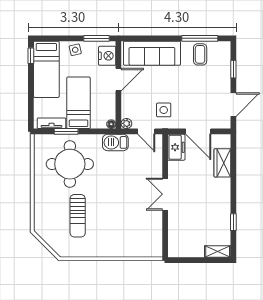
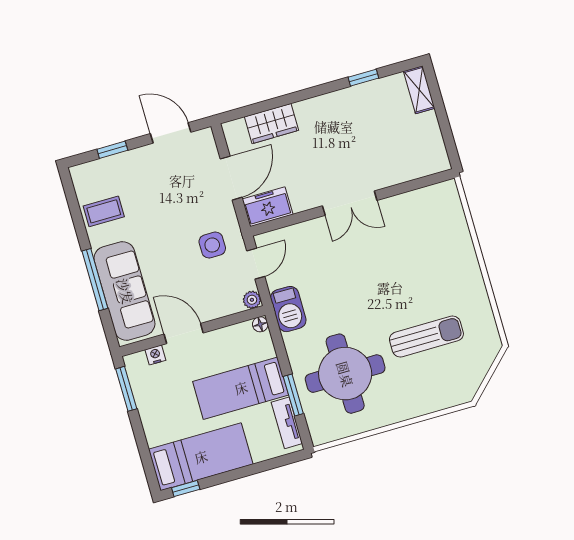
window: (200, 38) -> (95, 280), moved
side table: (75, 50) -> (155, 419), removed
nightstand: (107, 56) -> (155, 355), width x0.53, depth x0.56

